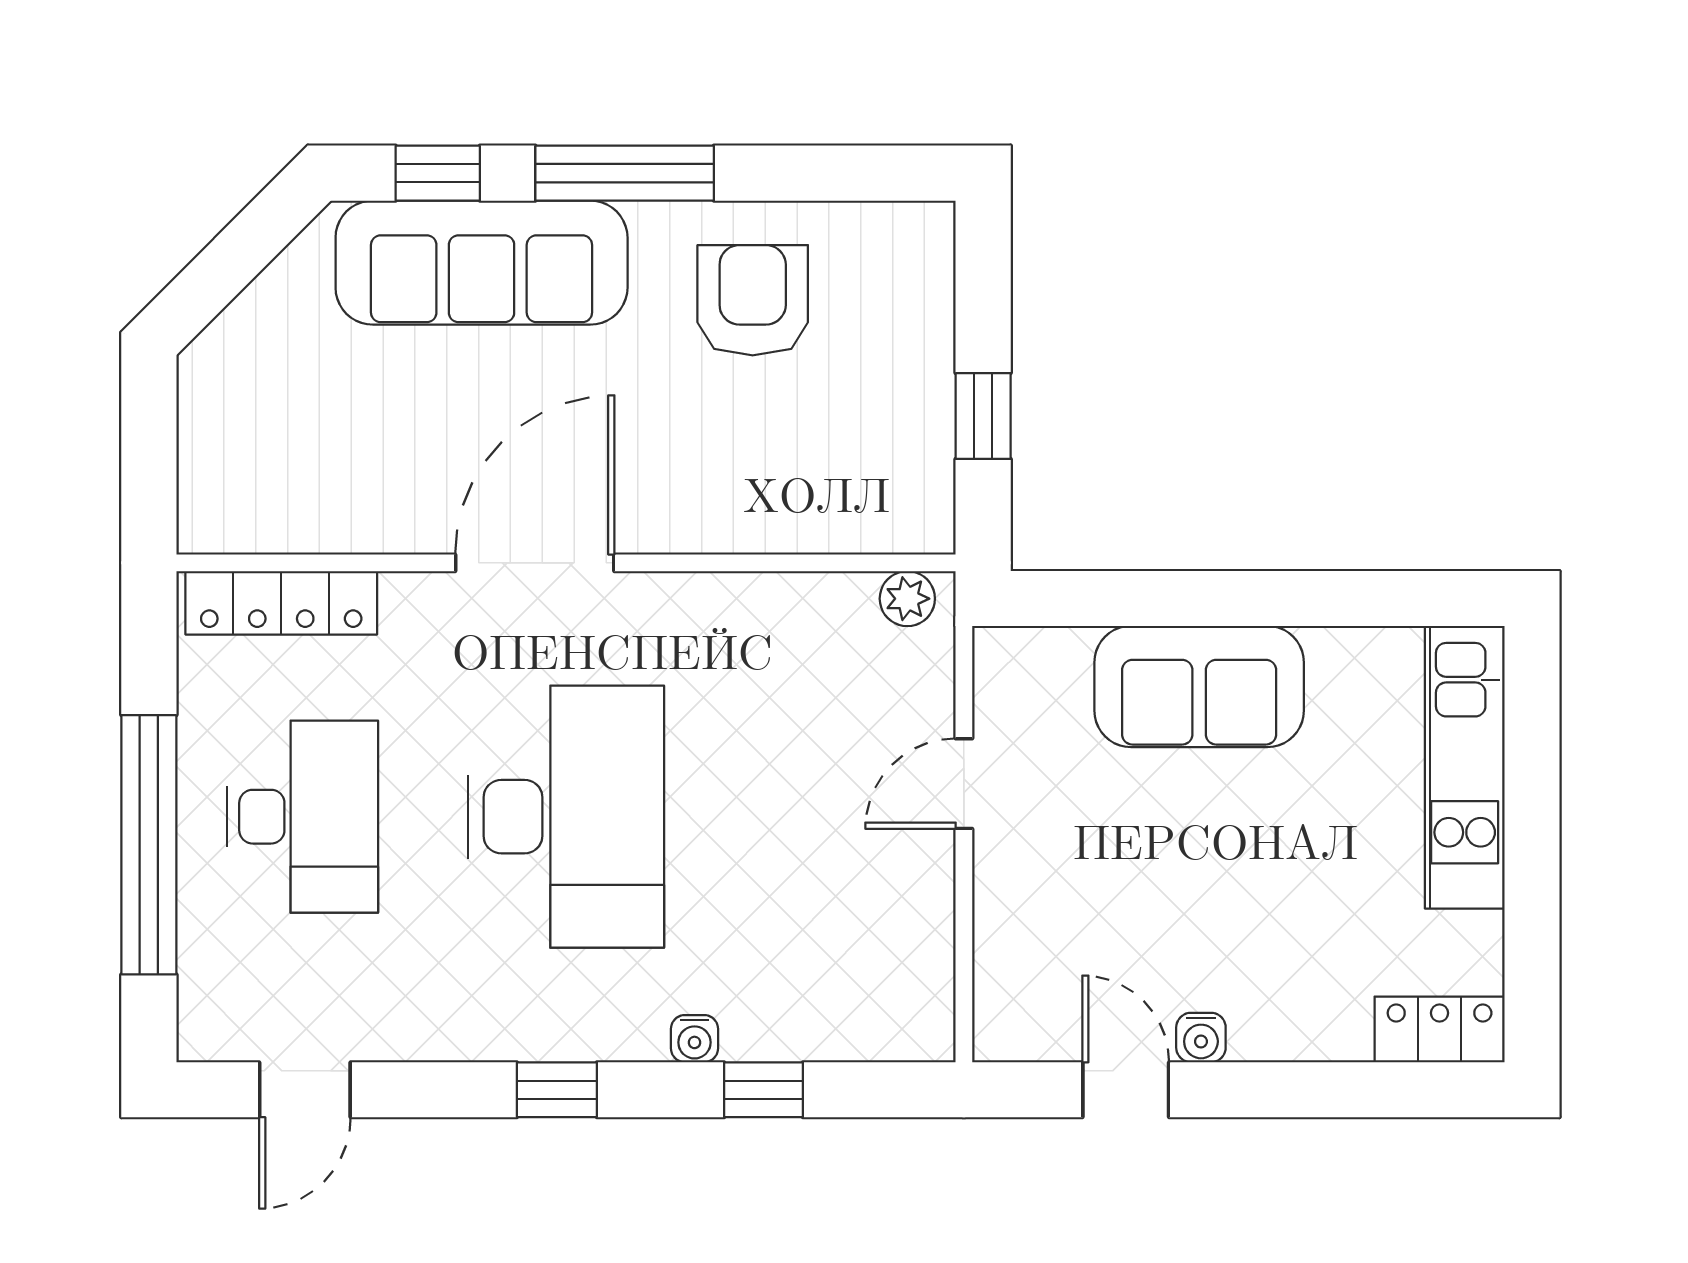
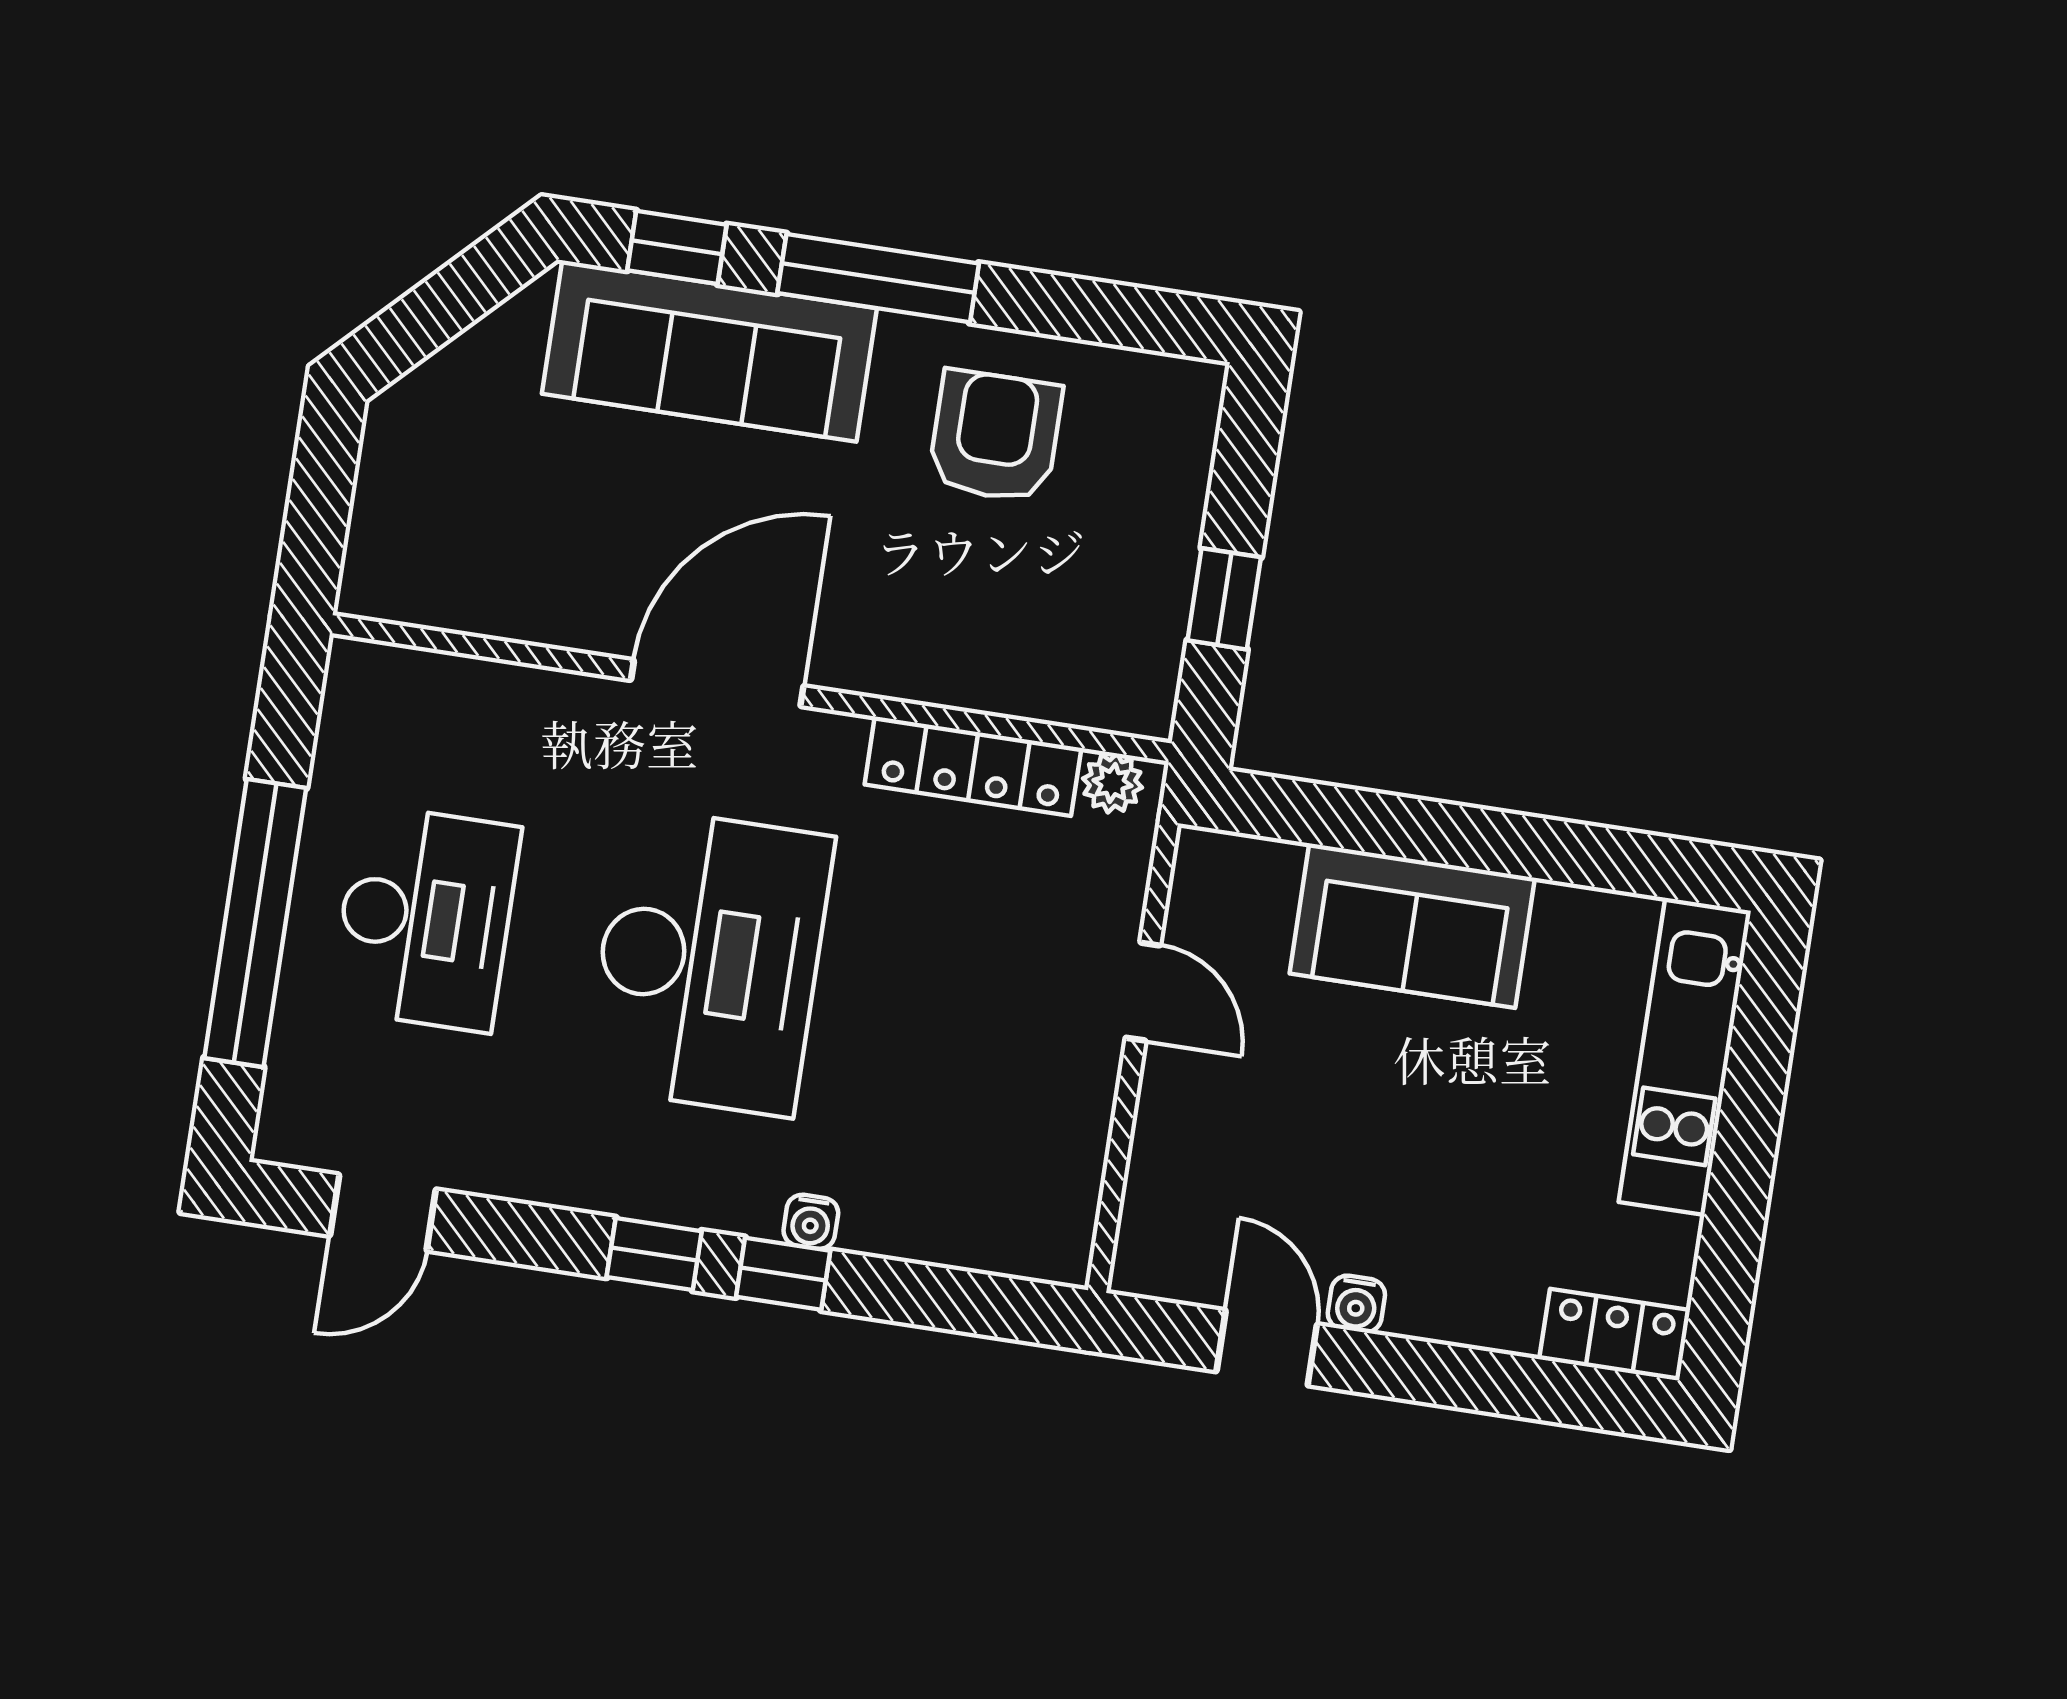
locker: (281, 603) -> (973, 766), moved
door: (964, 784) -> (1143, 992), swing flipped
window: (764, 1090) -> (783, 1274), moved

